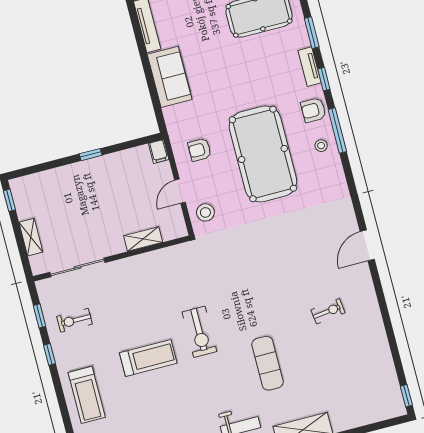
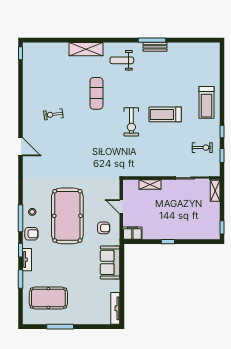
sofa: (170, 77) -> (110, 262), moved
filing cabinet: (159, 151) -> (132, 233), width x2.00
door: (180, 191) -> (121, 207), swing flipped
stool: (205, 212) -> (110, 191), removed
shelving: (31, 237) -> (215, 191), moved
door: (367, 245) -> (21, 147), hinge flipped
exercise bike: (199, 332) -> (131, 122), turned 180
treadmill: (87, 395) -> (206, 102), turned 180

